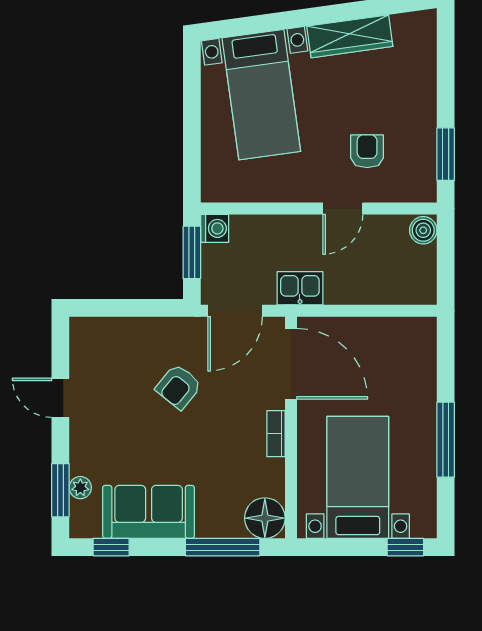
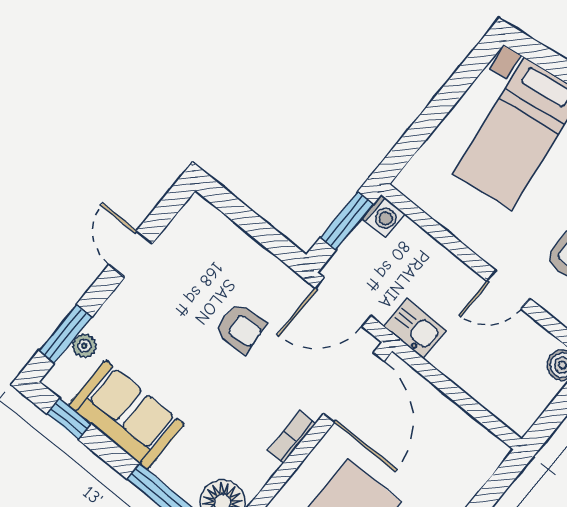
armchair: (179, 387) -> (241, 328), turned -132

